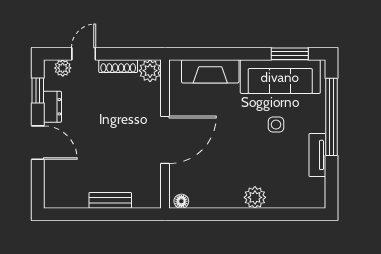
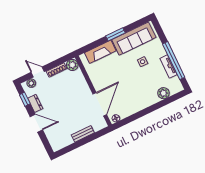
door: (84, 54) -> (38, 72), hinge flipped
window: (290, 54) -> (115, 34), moved
window: (331, 117) -> (174, 61), moved
door: (165, 140) -> (100, 104), moved
plant: (255, 197) -> (163, 93), moved

